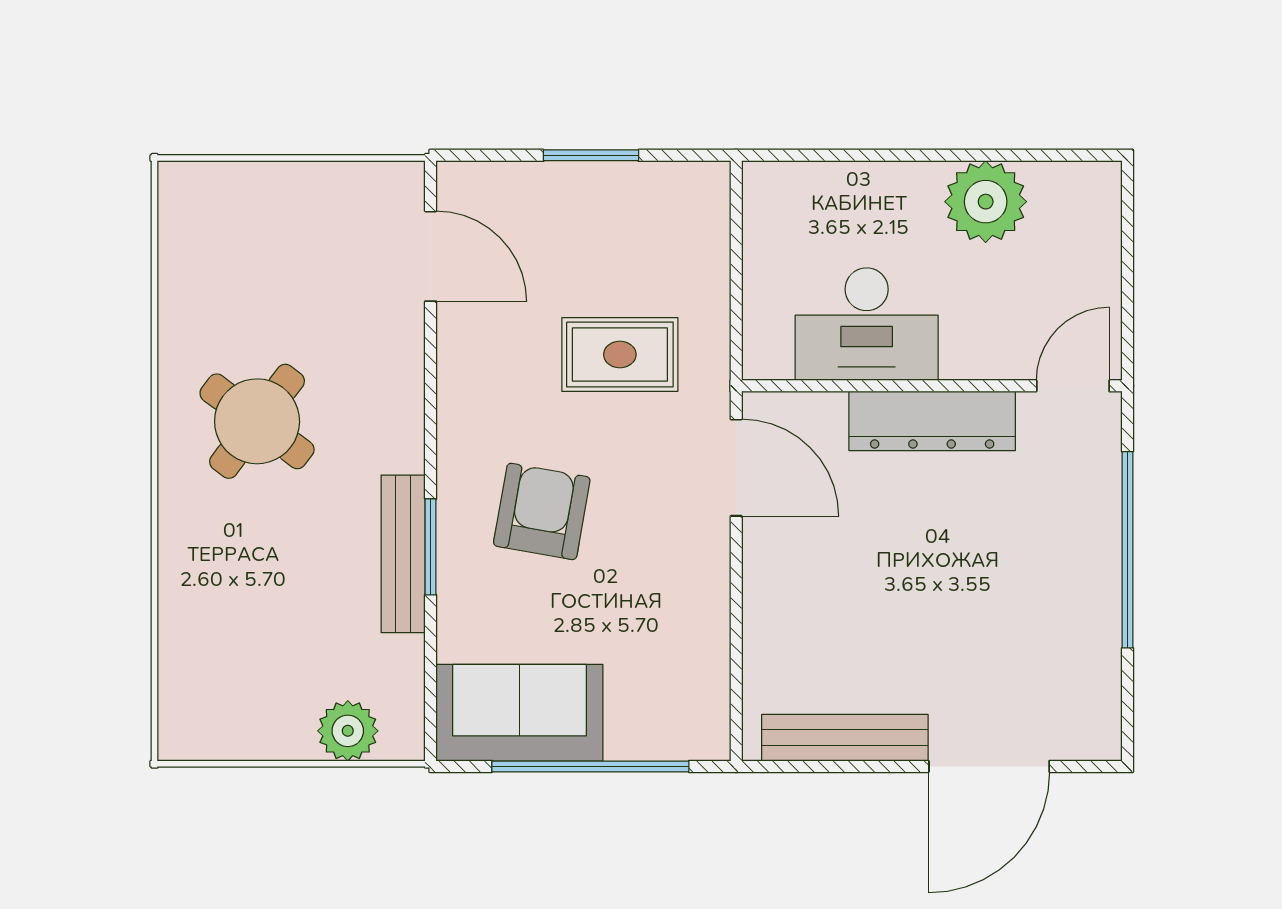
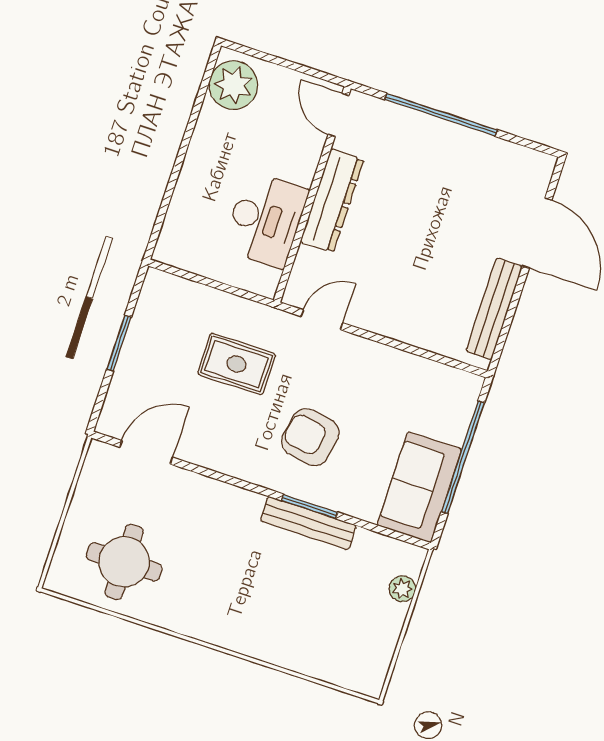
plant: (986, 202) -> (233, 85), moved
rug: (620, 354) -> (237, 364), turned 90
round table: (257, 421) -> (124, 562), moved, turned -37
door: (736, 468) -> (322, 320), width x0.73
plant: (348, 731) -> (402, 589), width x0.73, depth x0.73

